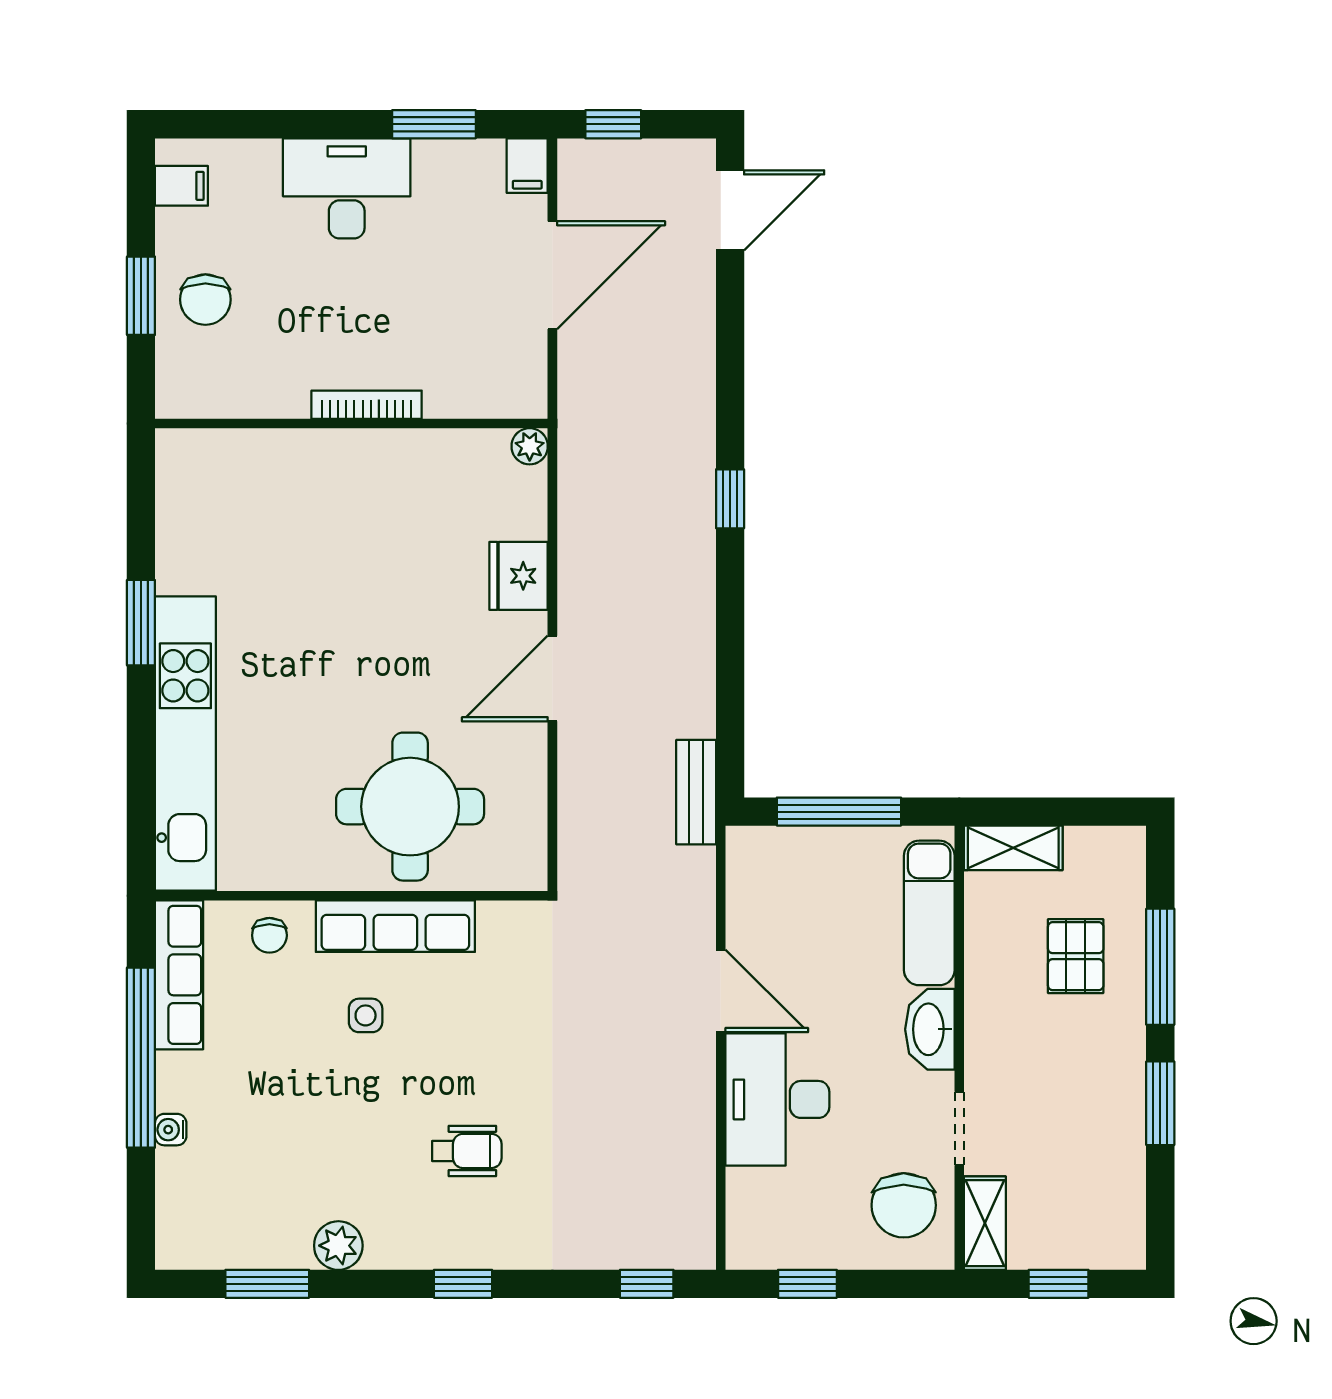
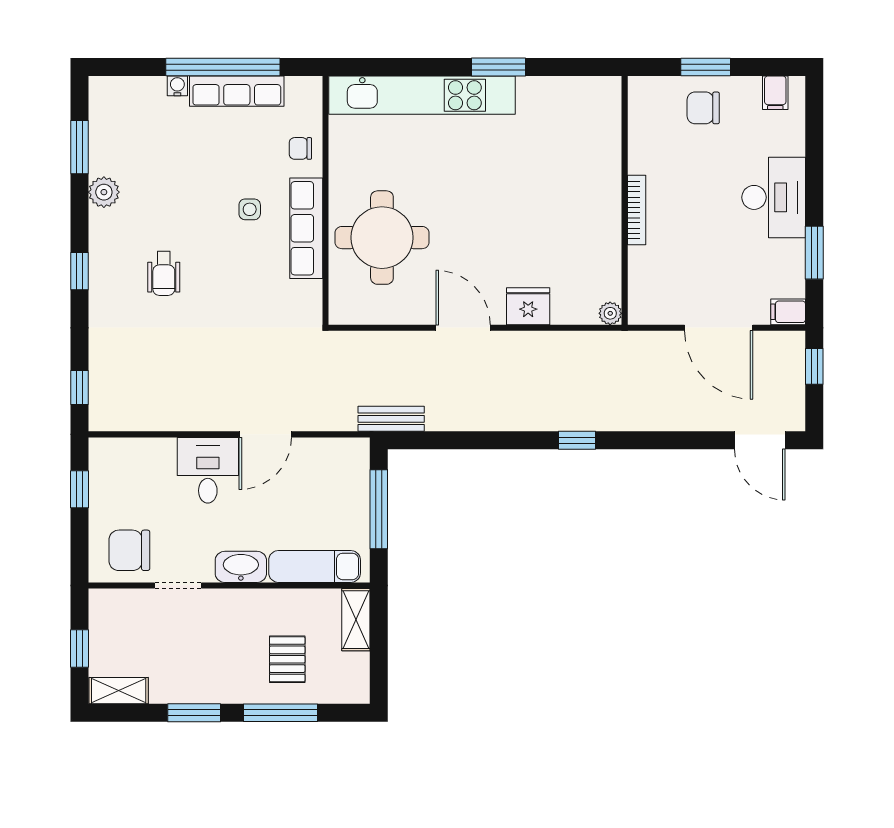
pallet: (1076, 956) -> (287, 659), turned 90
row of seats: (179, 975) -> (237, 91), moved
desk: (777, 1099) -> (208, 470), width x0.73
shelving: (985, 1223) -> (119, 691), moved

